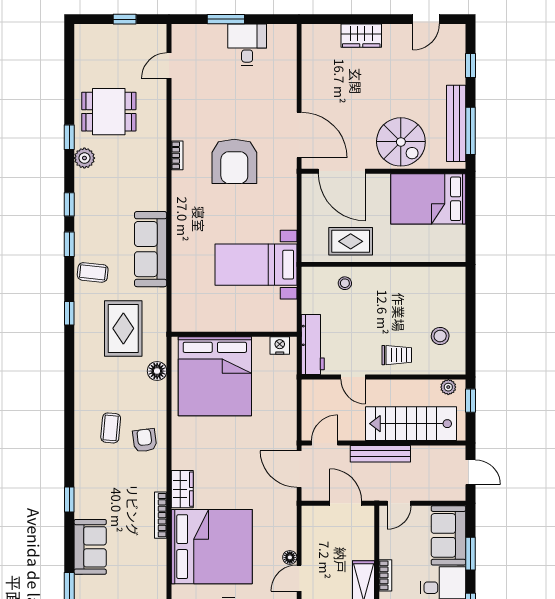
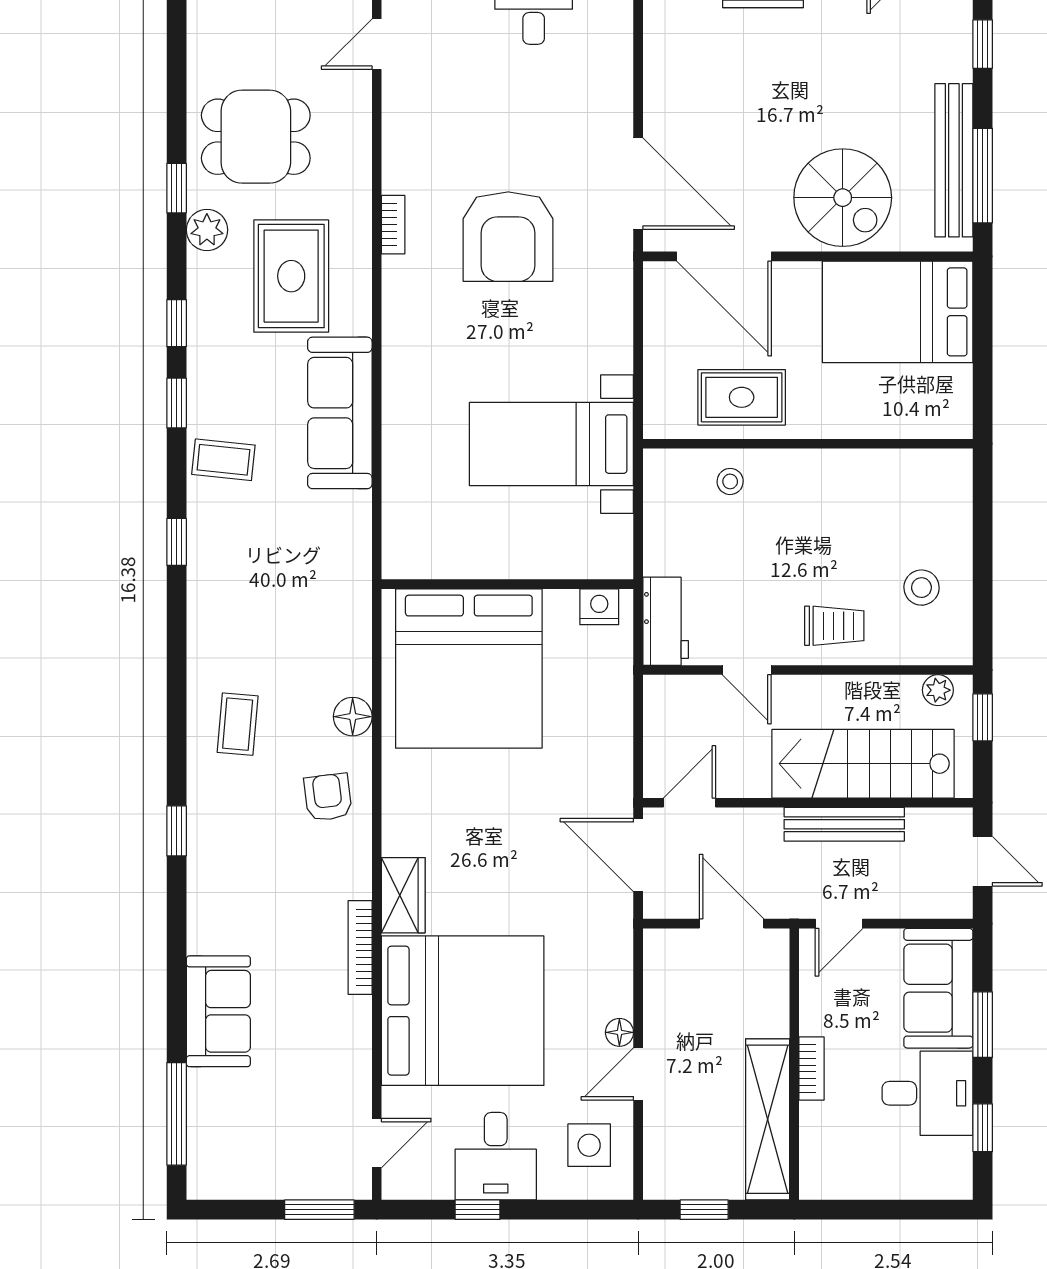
rug: (123, 328) -> (291, 276), moved
workbench: (313, 345) -> (666, 621), width x0.73
floor lamp: (157, 371) -> (353, 717), moved
coffee table: (111, 428) -> (238, 724), moved
bench: (380, 454) -> (844, 824), moved
window: (69, 500) -> (177, 831), moved

